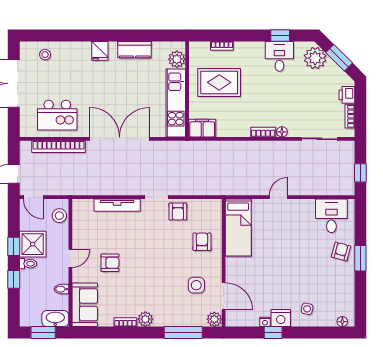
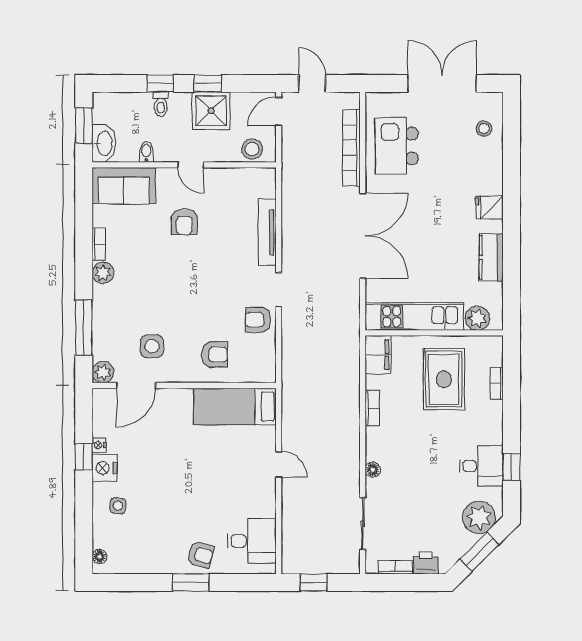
bookcase: (263, 132) -> (372, 408), moved
toilet: (28, 264) -> (161, 104), moved

